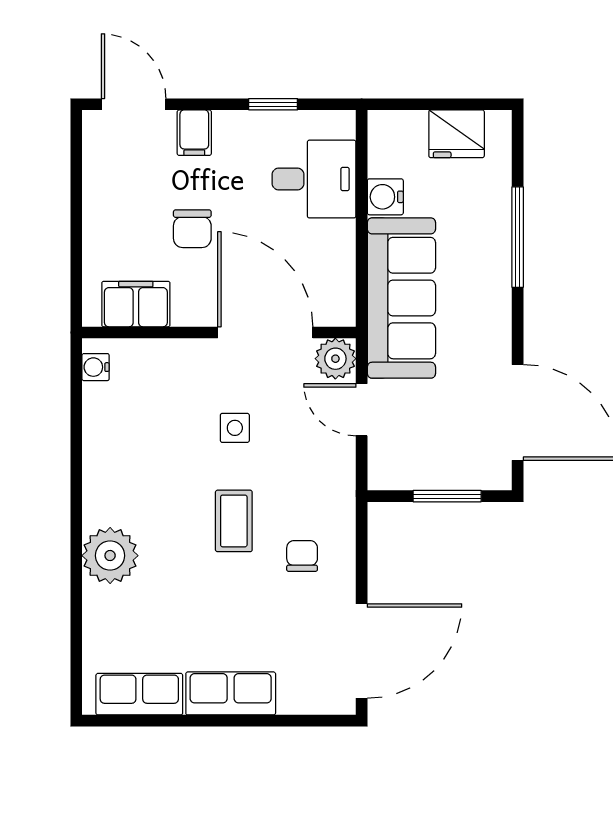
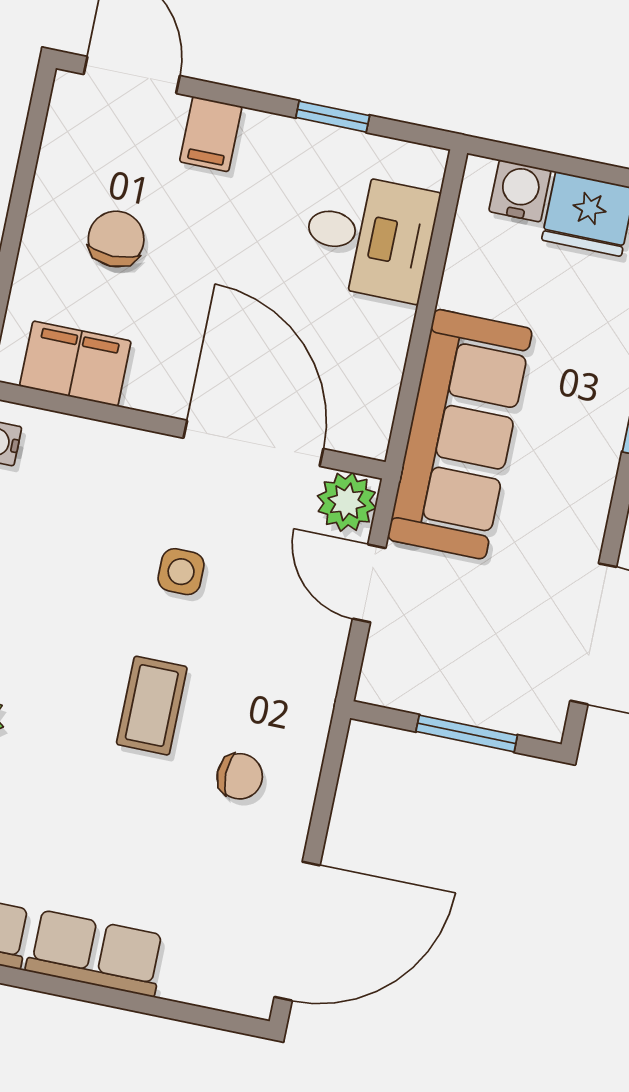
water cooler: (385, 197) -> (520, 191), moved, turned 90
chair: (192, 229) -> (116, 239), moved, turned 180
chair: (302, 556) -> (240, 776), turned 90

